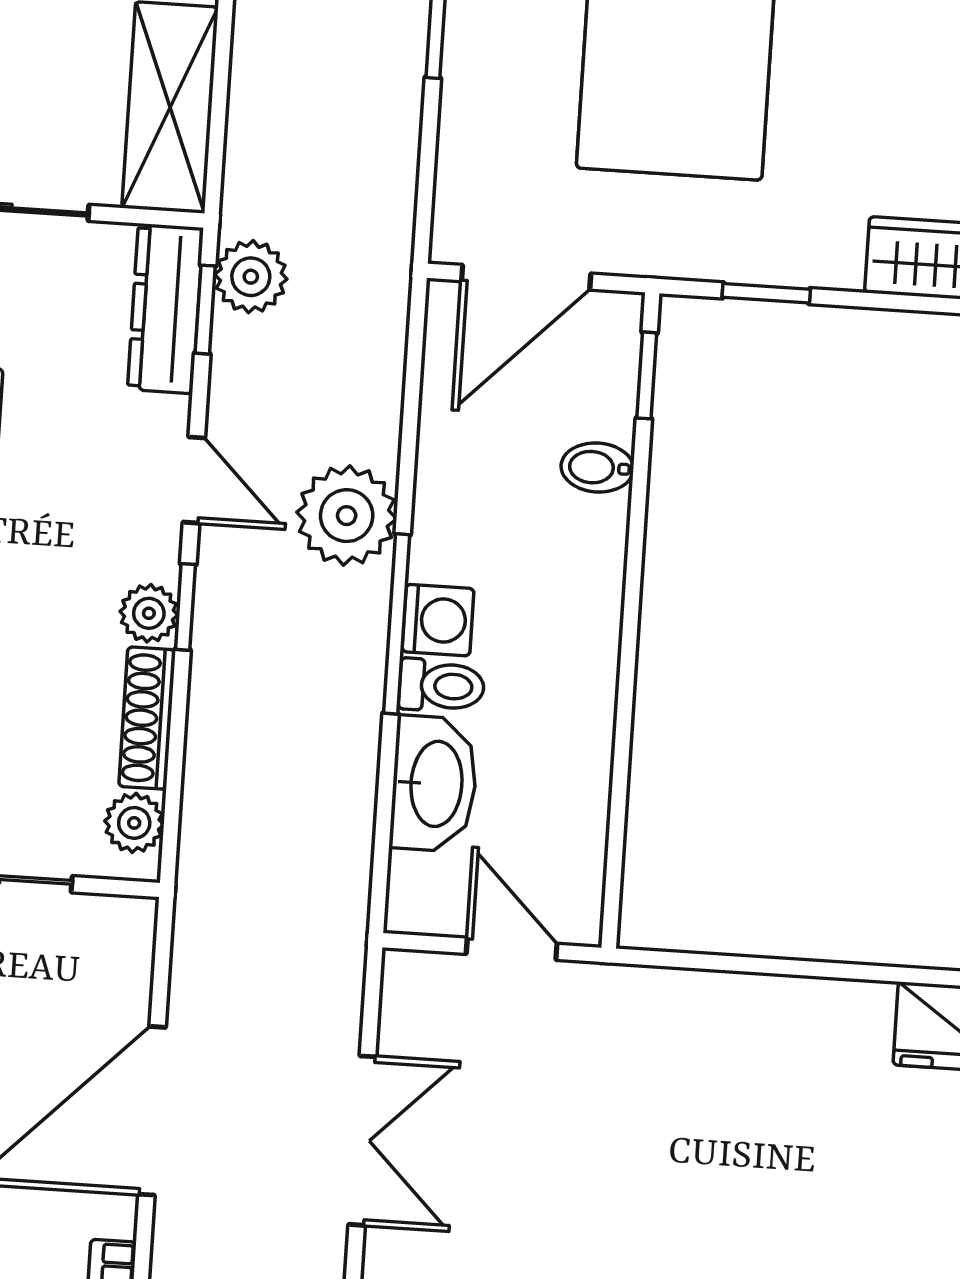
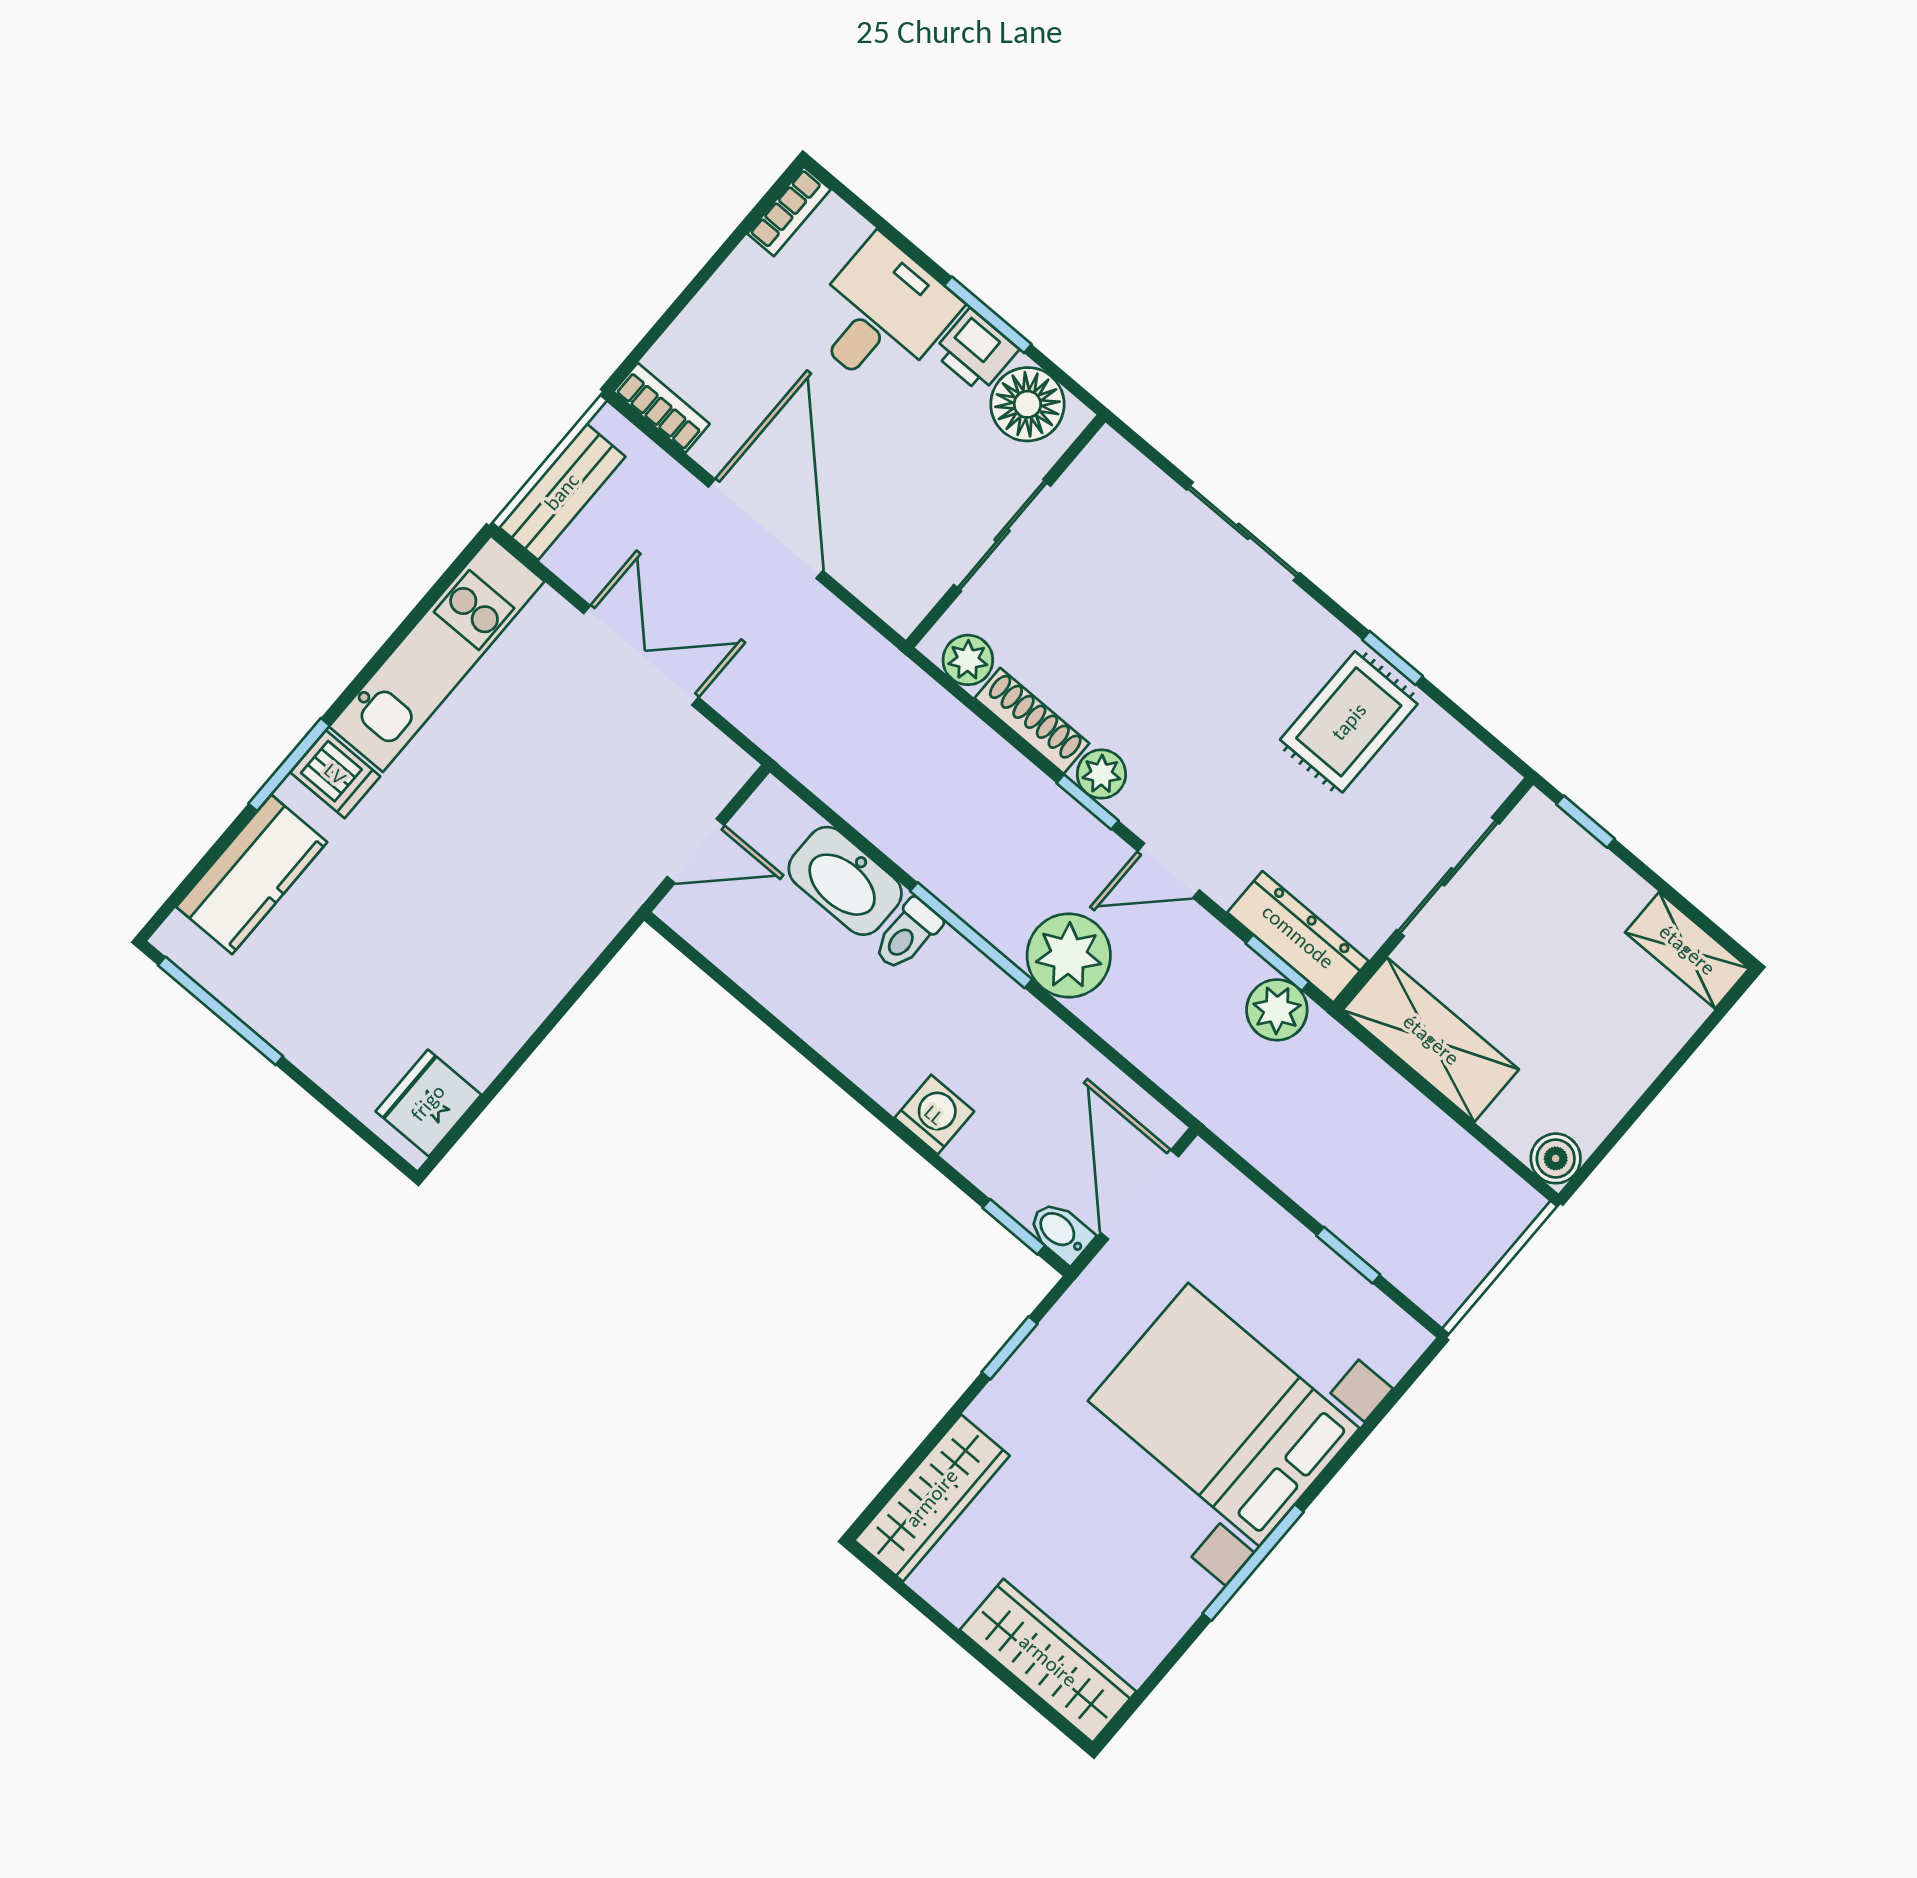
bidet: (597, 467) -> (1061, 1232), moved, turned -90
washing machine: (438, 620) -> (934, 1115), moved, turned 180
double door: (362, 1141) -> (641, 655), swing flipped

